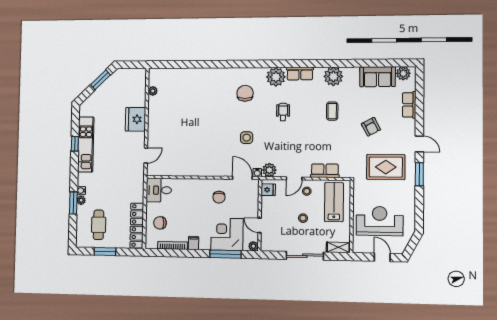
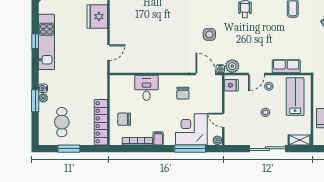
desk: (159, 190) -> (147, 88), moved, turned 90

